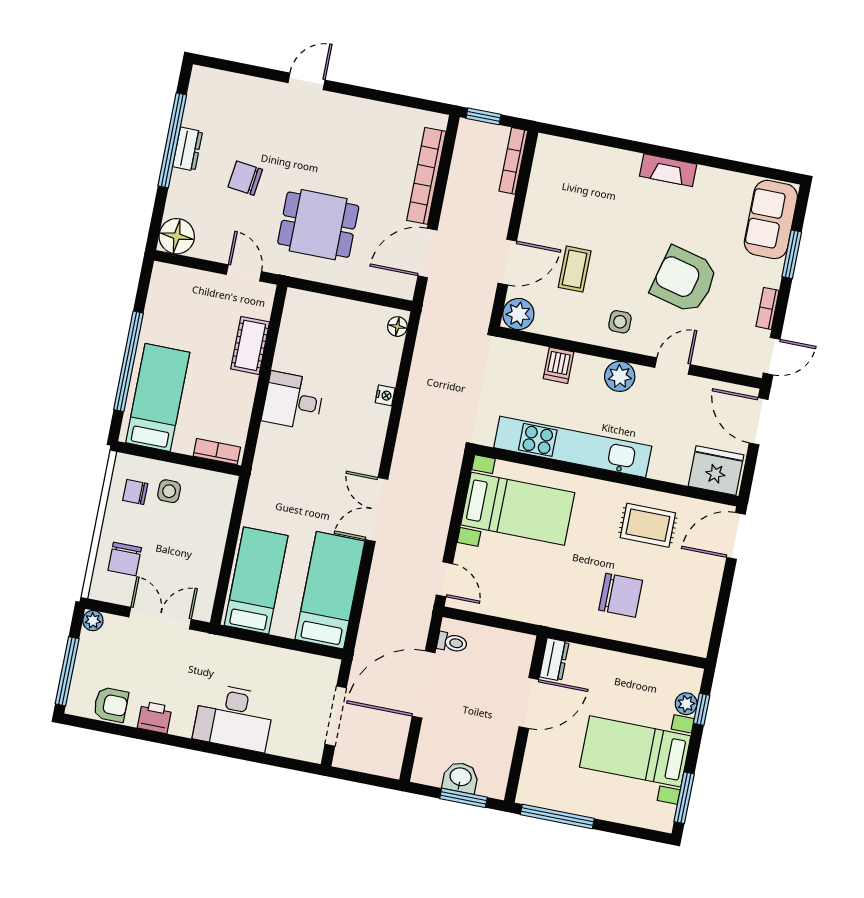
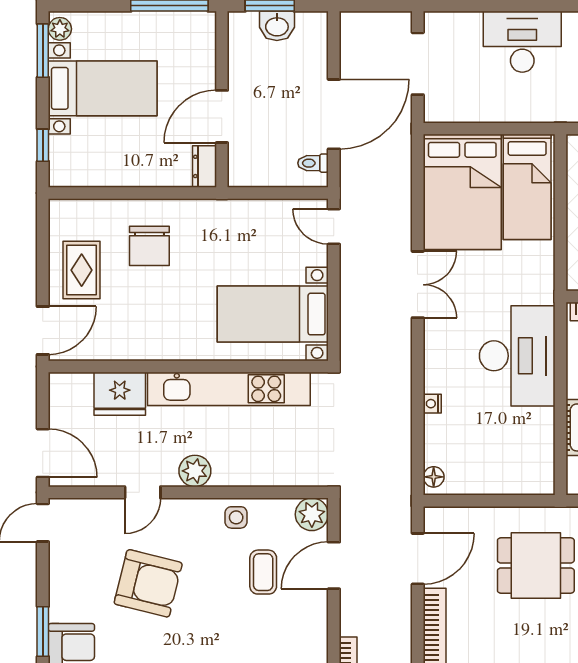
bookcase: (767, 308) -> (57, 571), removed
side table: (620, 322) -> (236, 517), moved
dishwasher: (559, 365) -> (260, 470), removed
desk: (293, 401) -> (517, 356), width x1.87, depth x1.30
fridge: (716, 471) -> (120, 394), moved
rug: (648, 525) -> (82, 270), moved, turned 90
bed: (330, 590) -> (462, 192), width x1.50
chair: (621, 595) -> (149, 246), turned -90
plant: (686, 704) -> (60, 29), moved

